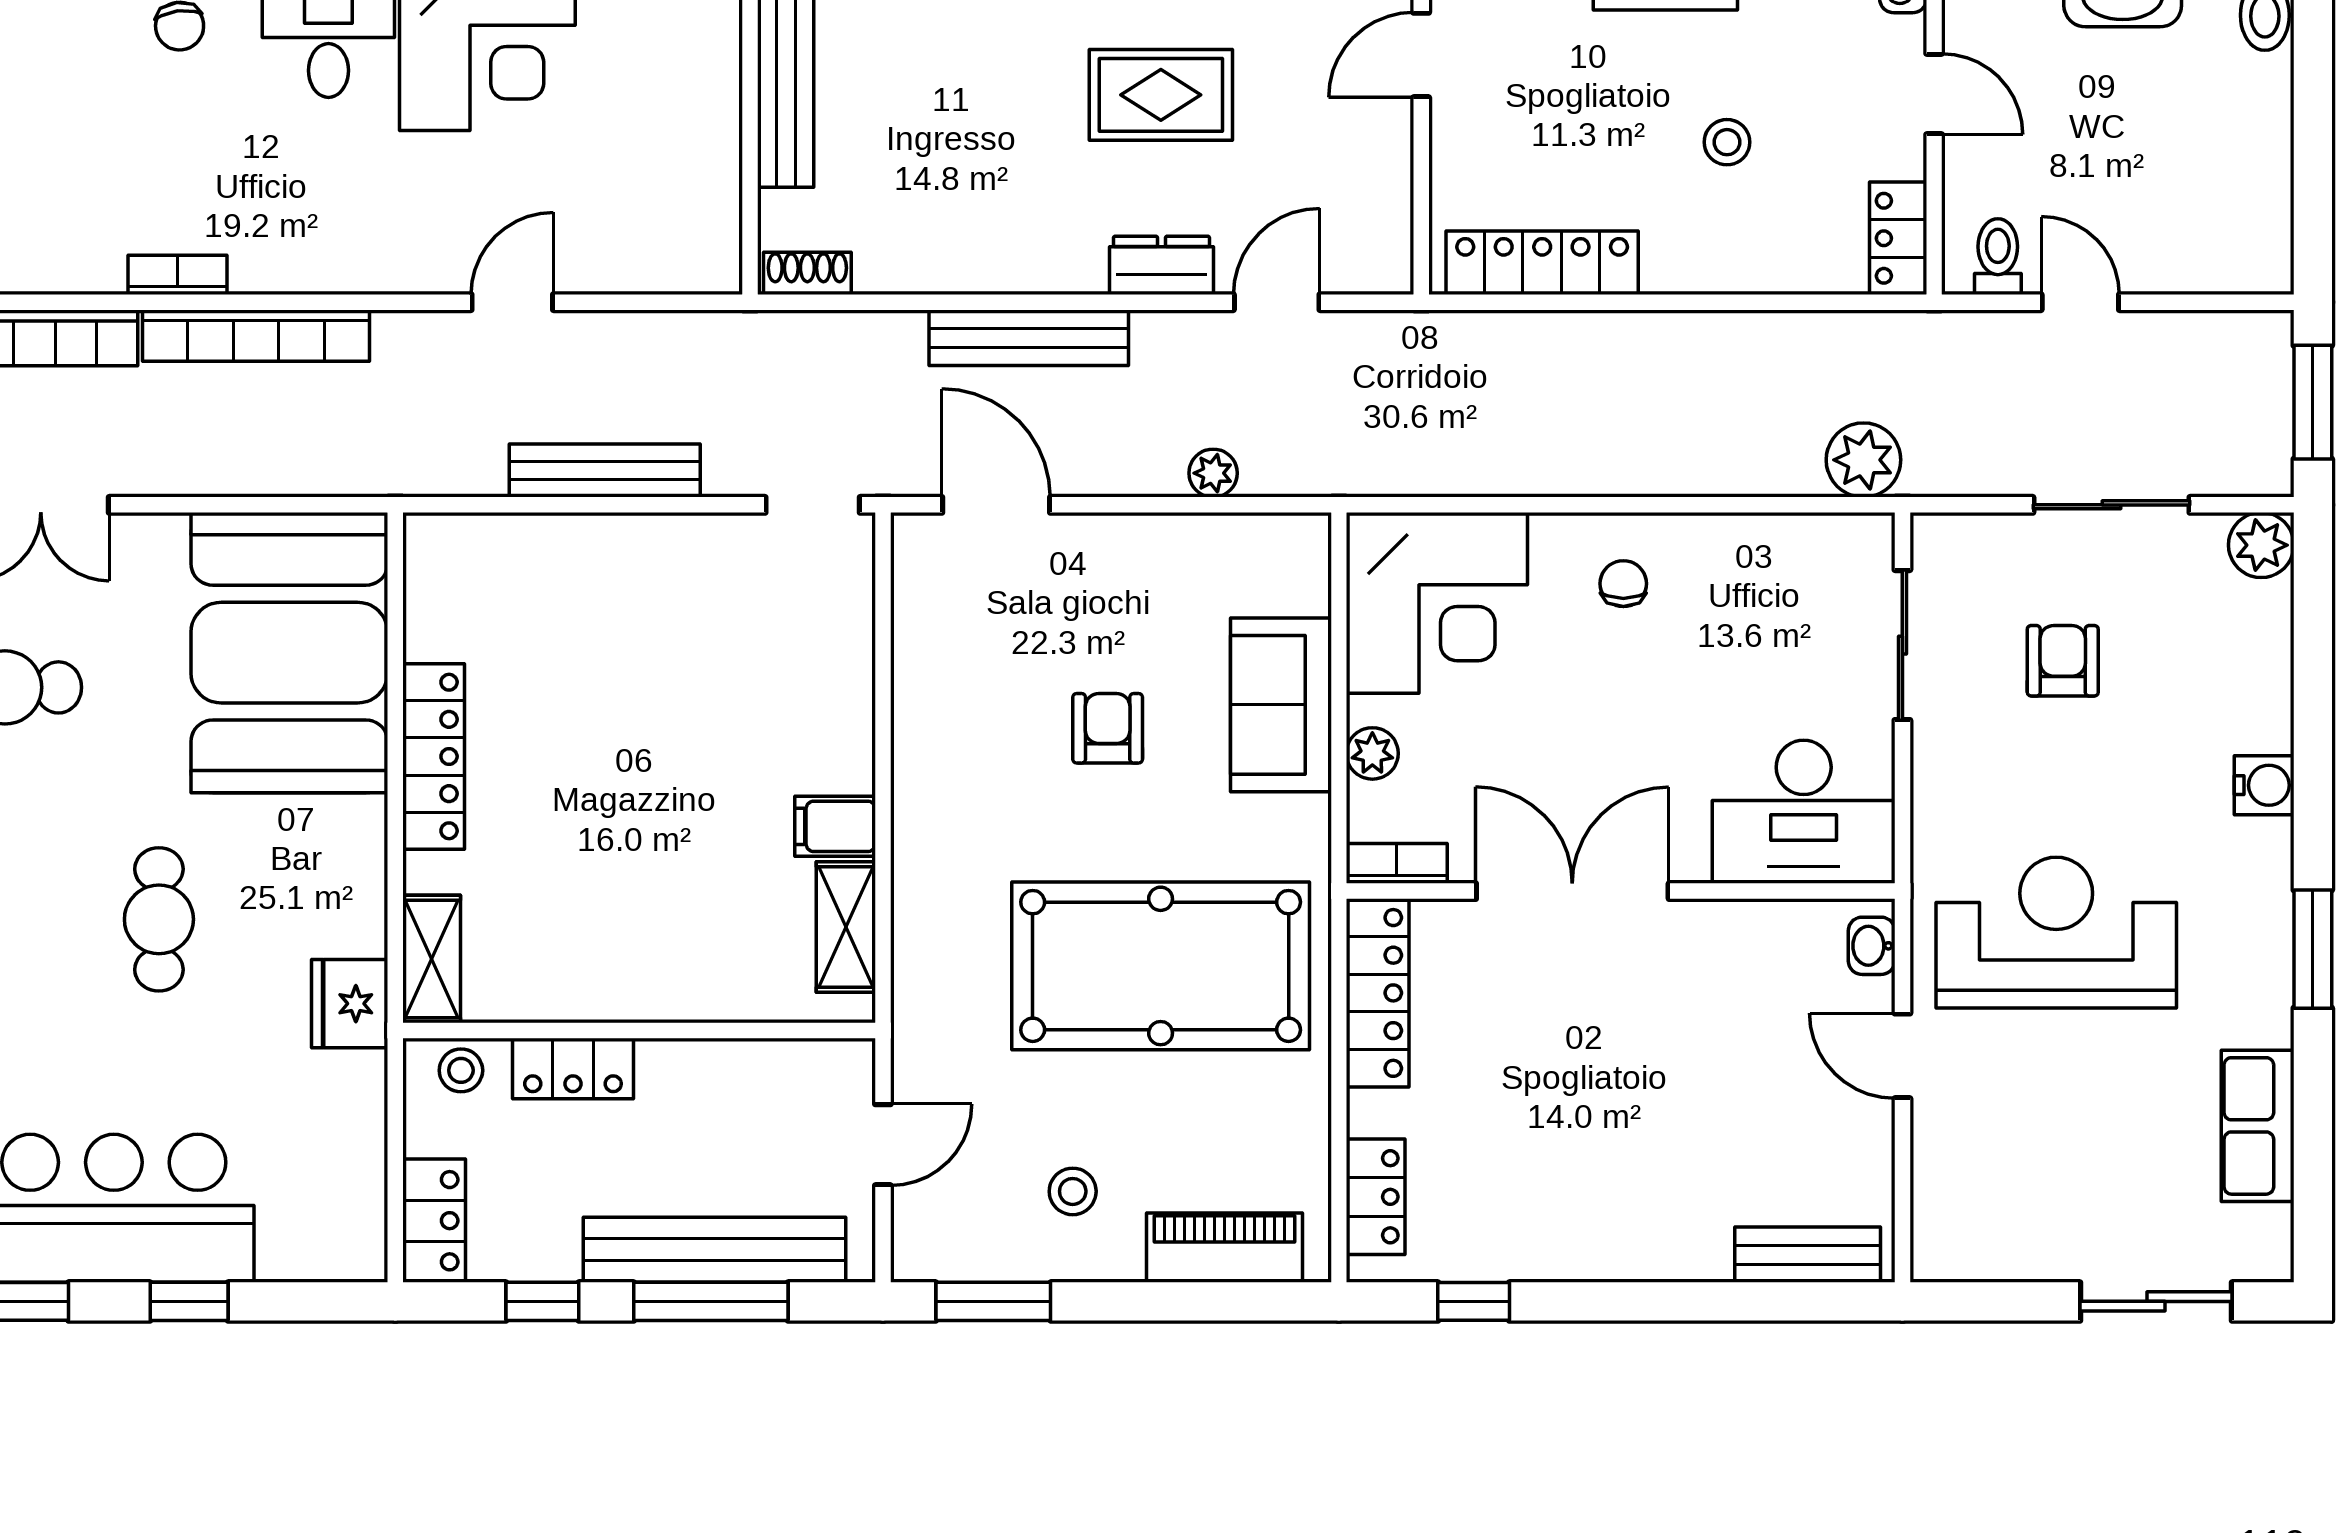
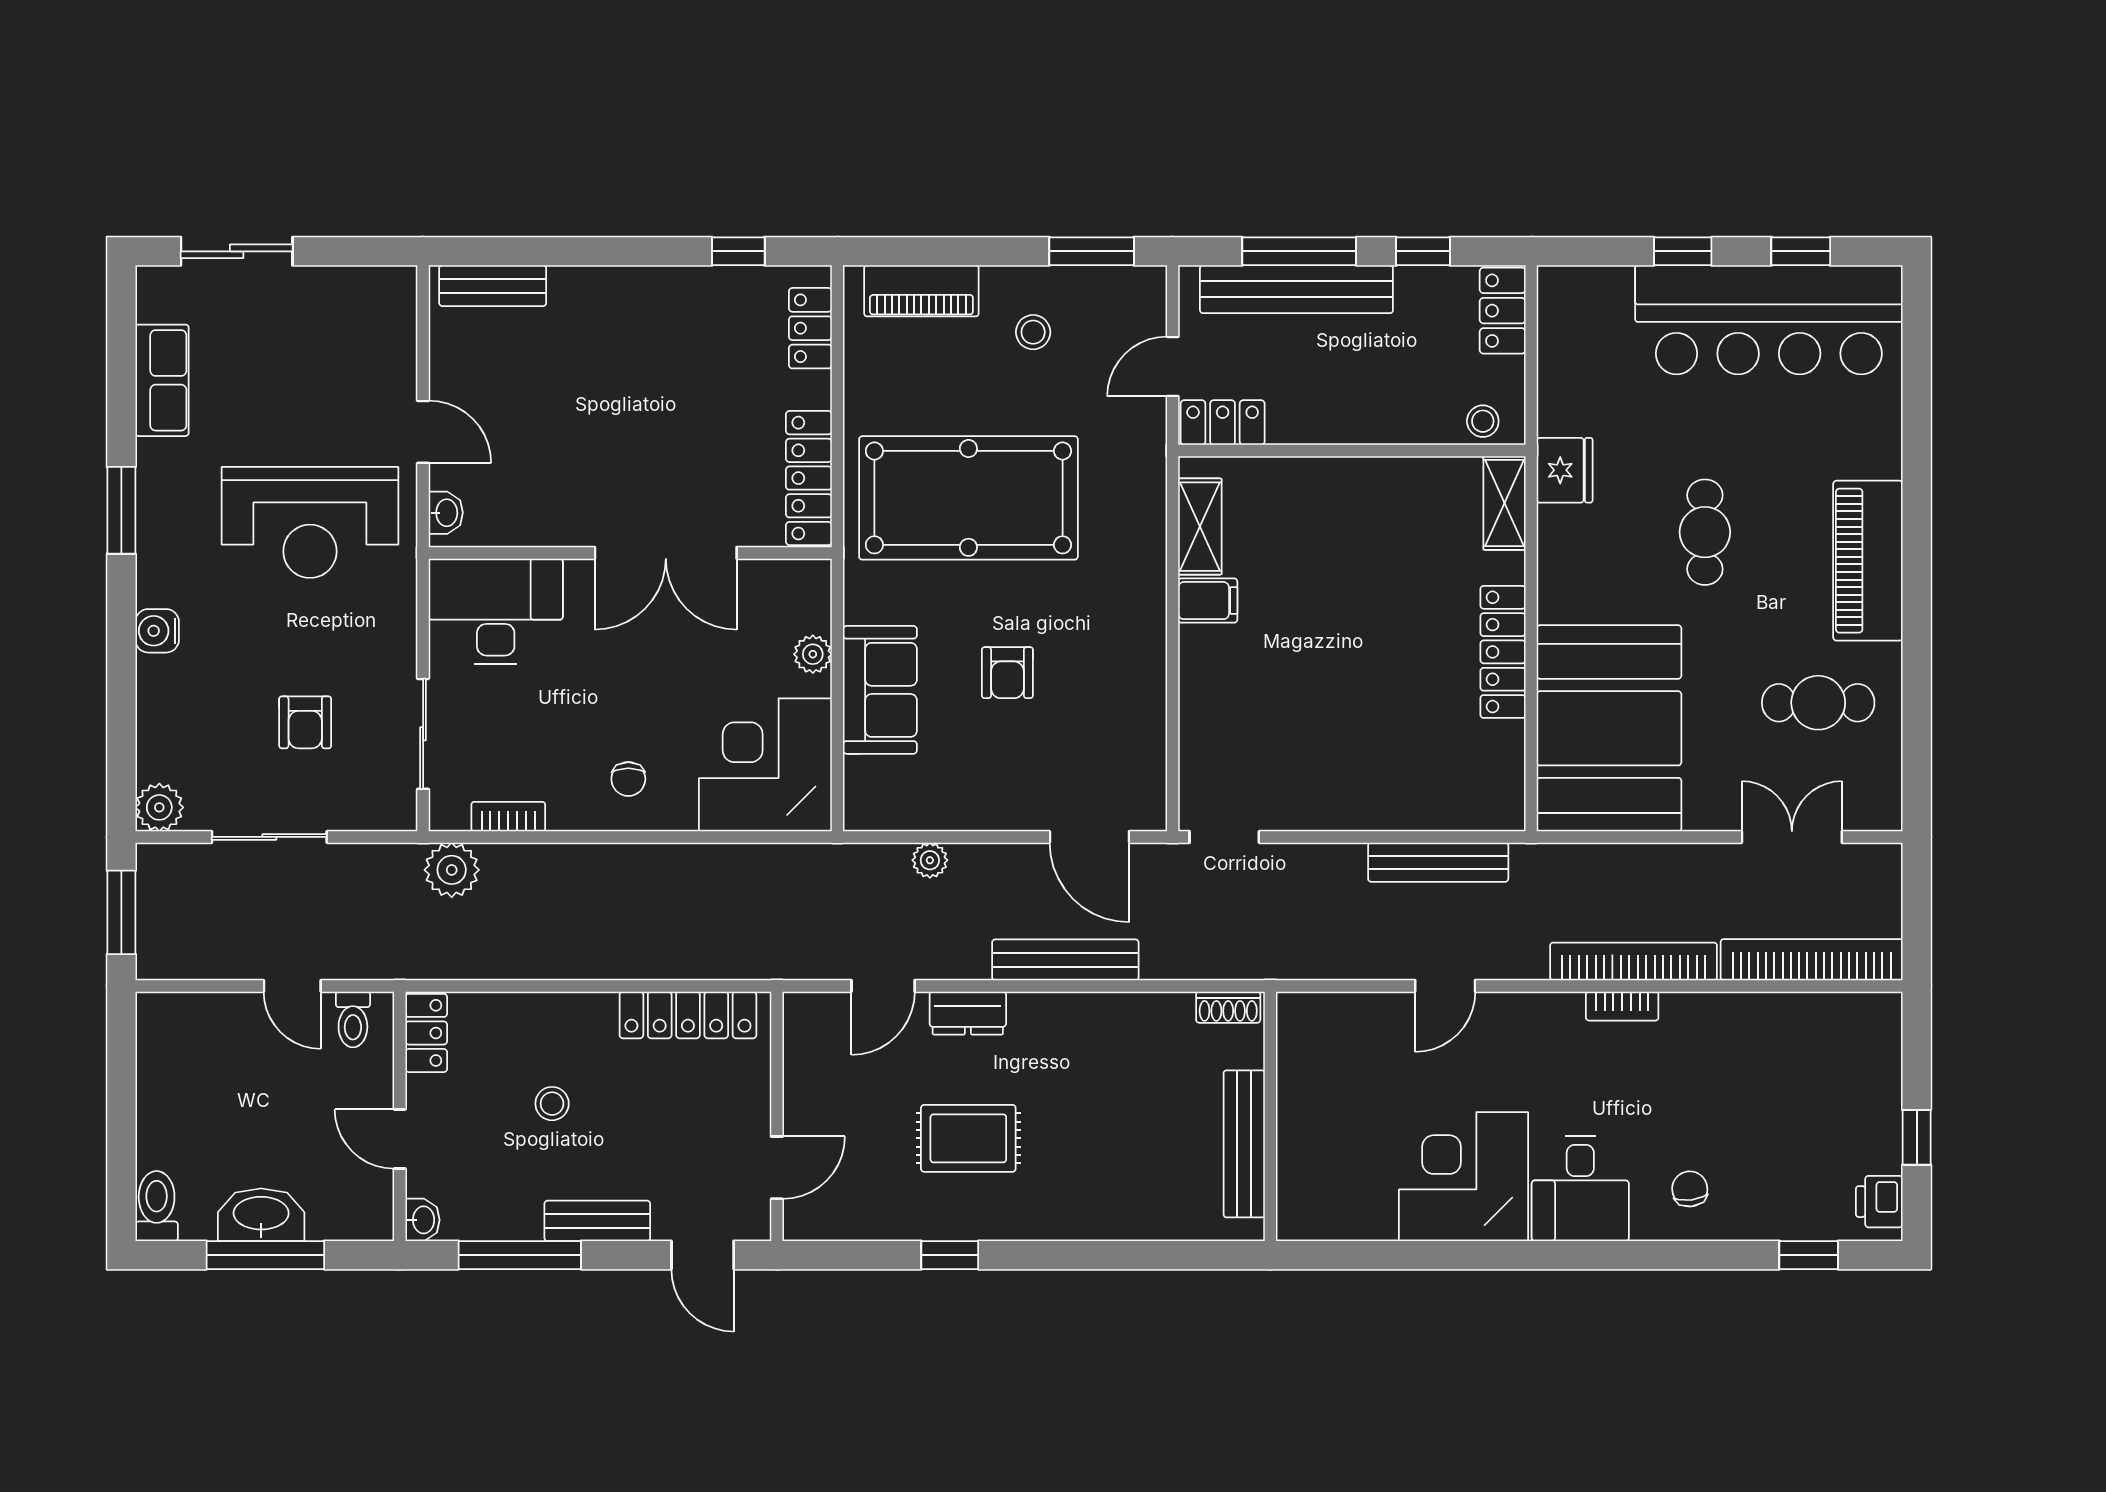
bookcase: (177, 275) -> (1622, 1006), moved
bench: (605, 471) -> (1438, 862), moved
bookcase: (1397, 863) -> (508, 817), moved, turned 180
locker: (573, 1068) -> (1223, 423), moved

